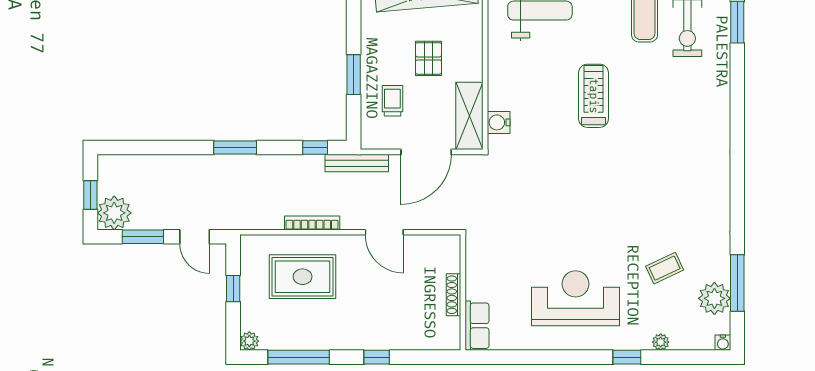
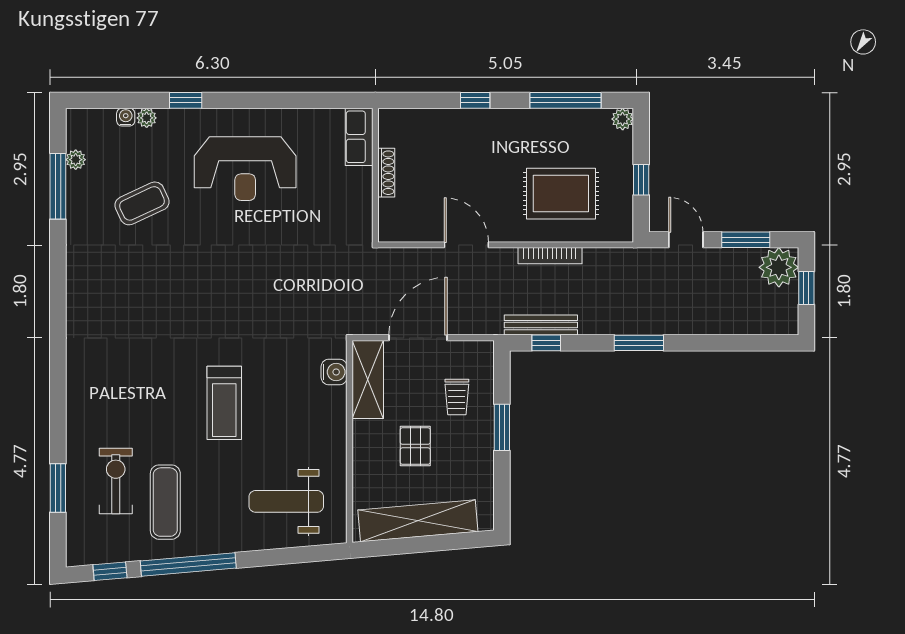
bench: (357, 163) -> (541, 325), moved
coffee table: (665, 268) -> (142, 203), width x1.36, depth x1.30
plant: (714, 298) -> (76, 160), width x0.53, depth x0.53
water cooler: (723, 343) -> (126, 117), moved

